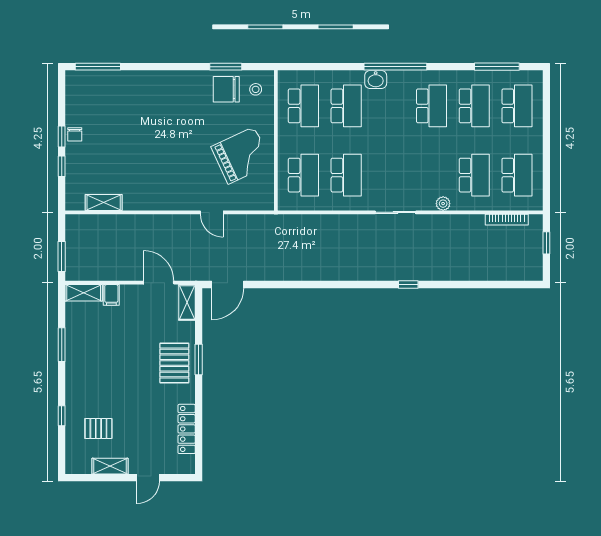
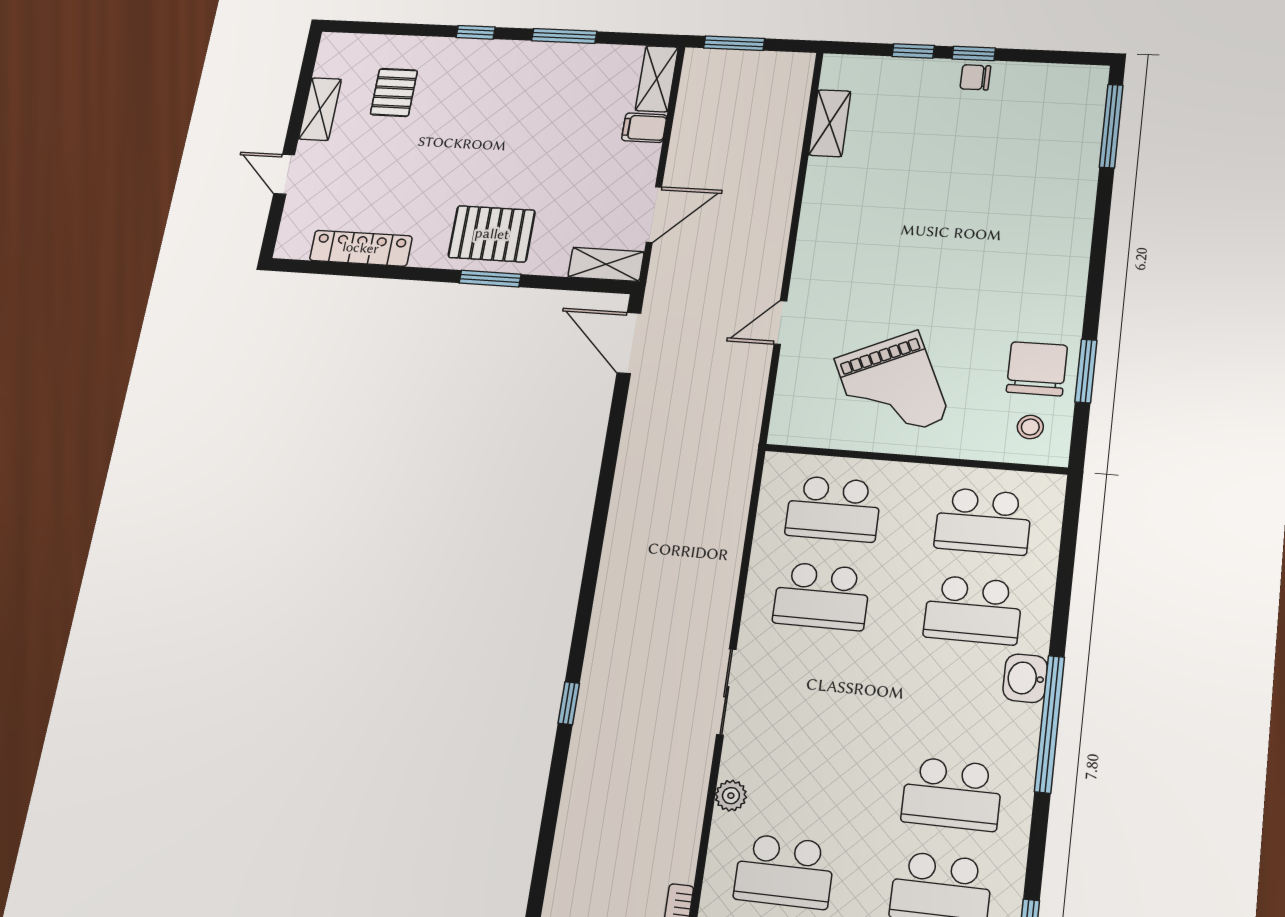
window: (62, 416) -> (476, 32), moved

